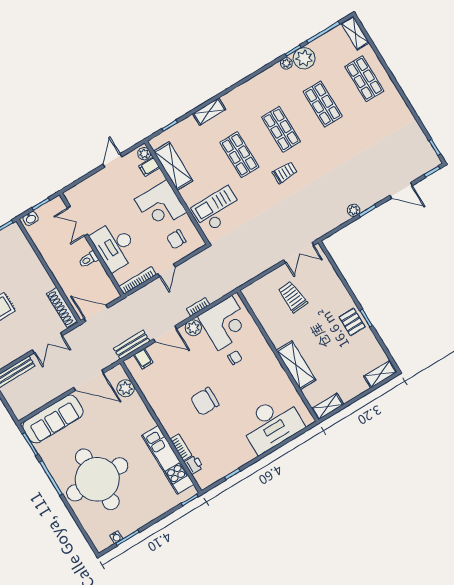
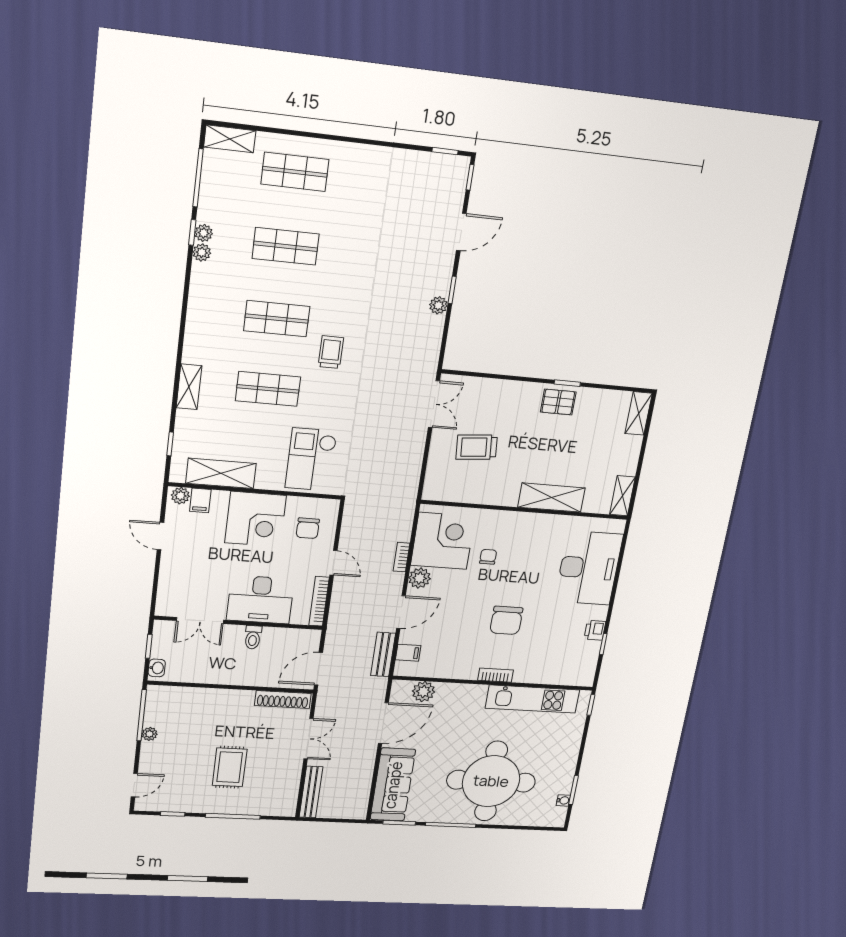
plant: (304, 58) -> (204, 233), width x0.53, depth x0.53
bookcase: (181, 447) -> (495, 675), moved
printer: (194, 465) -> (595, 630), moved, turned -90

